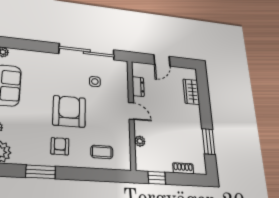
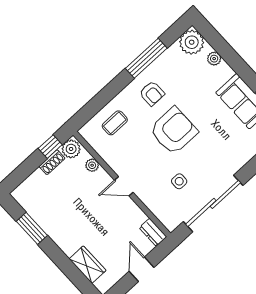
dresser: (138, 87) -> (153, 232), moved
armchair: (69, 111) -> (174, 131), turned -90
plant: (145, 163) -> (71, 149), added
shoe rack: (183, 168) -> (52, 162), moved
window: (41, 172) -> (146, 58), width x1.44

